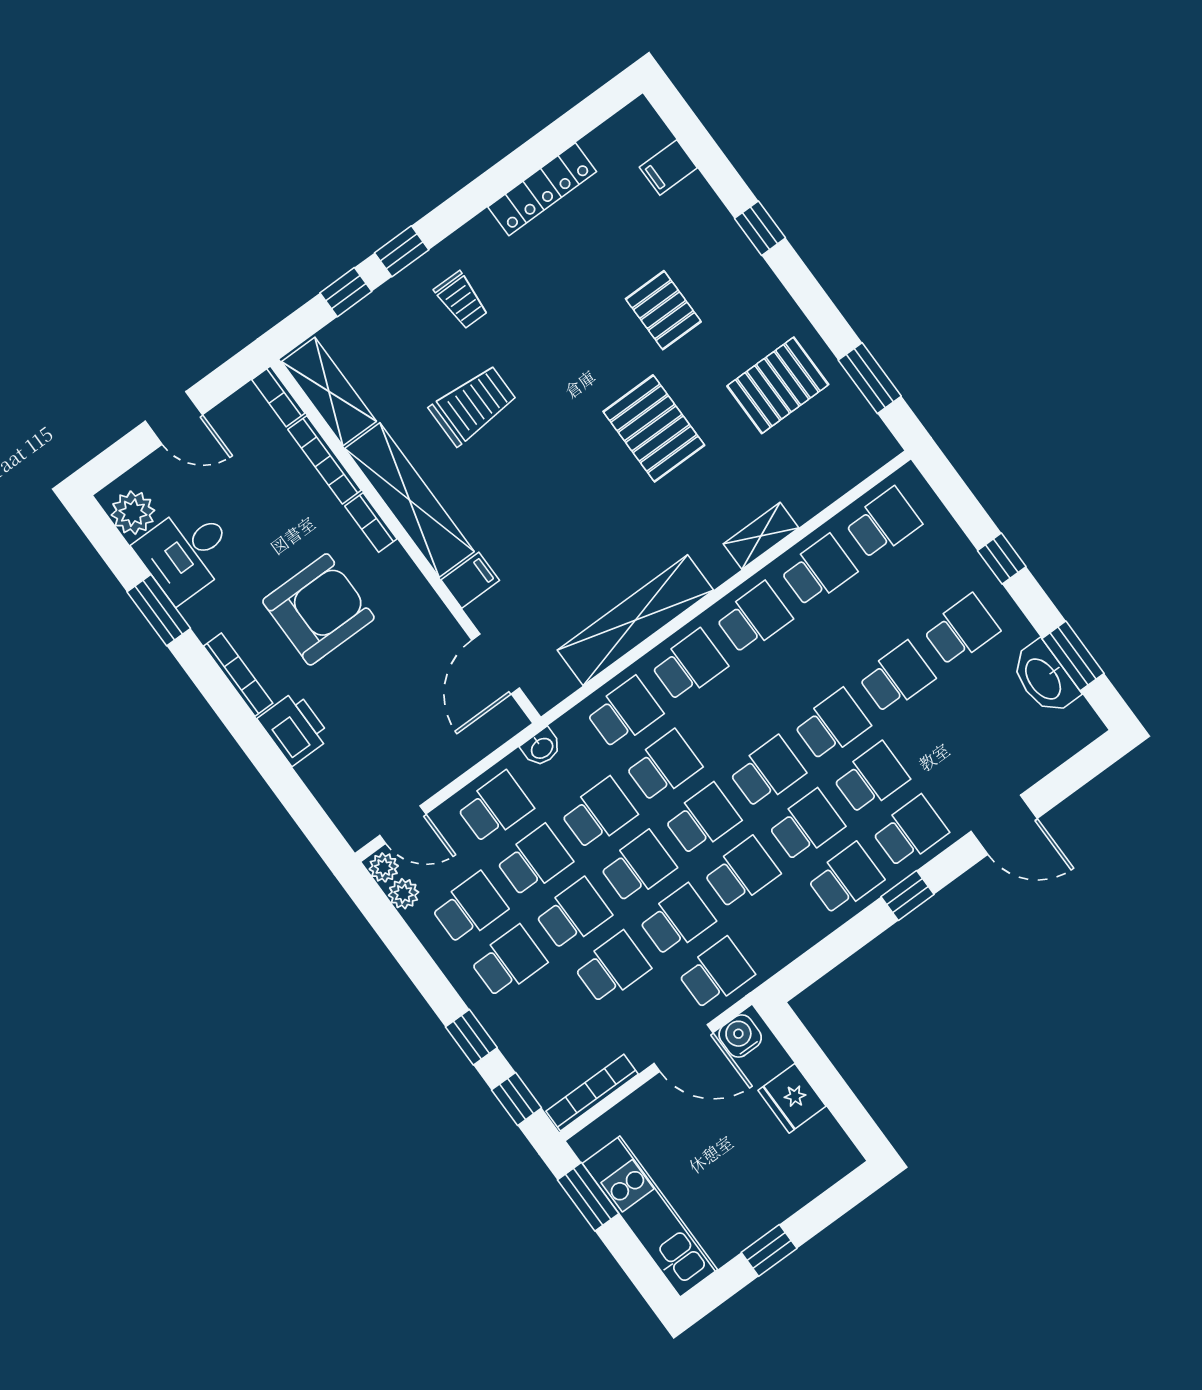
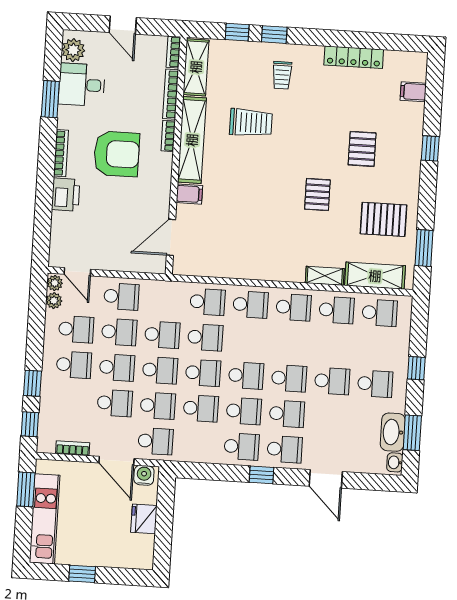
pallet: (654, 428) -> (317, 195), width x0.67, depth x0.71
shelving: (635, 620) -> (375, 276), moved, width x0.68
washbasin: (542, 748) -> (395, 462), moved, turned 90
bookcase: (592, 1093) -> (73, 448), width x0.64

